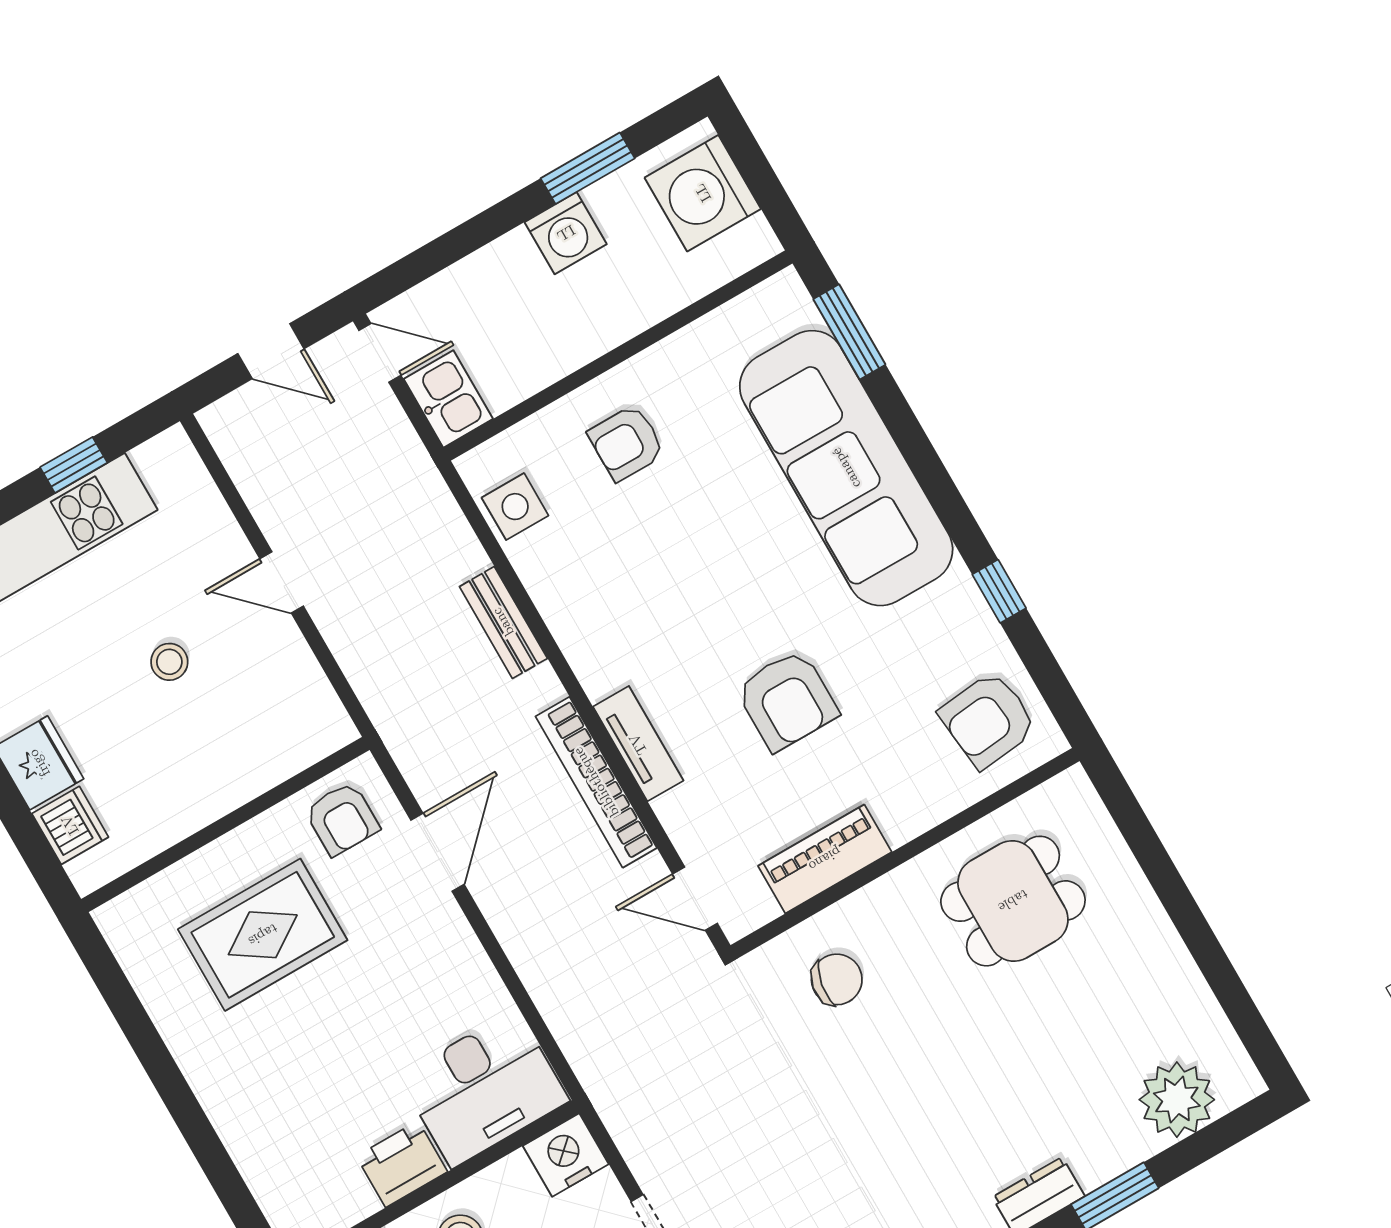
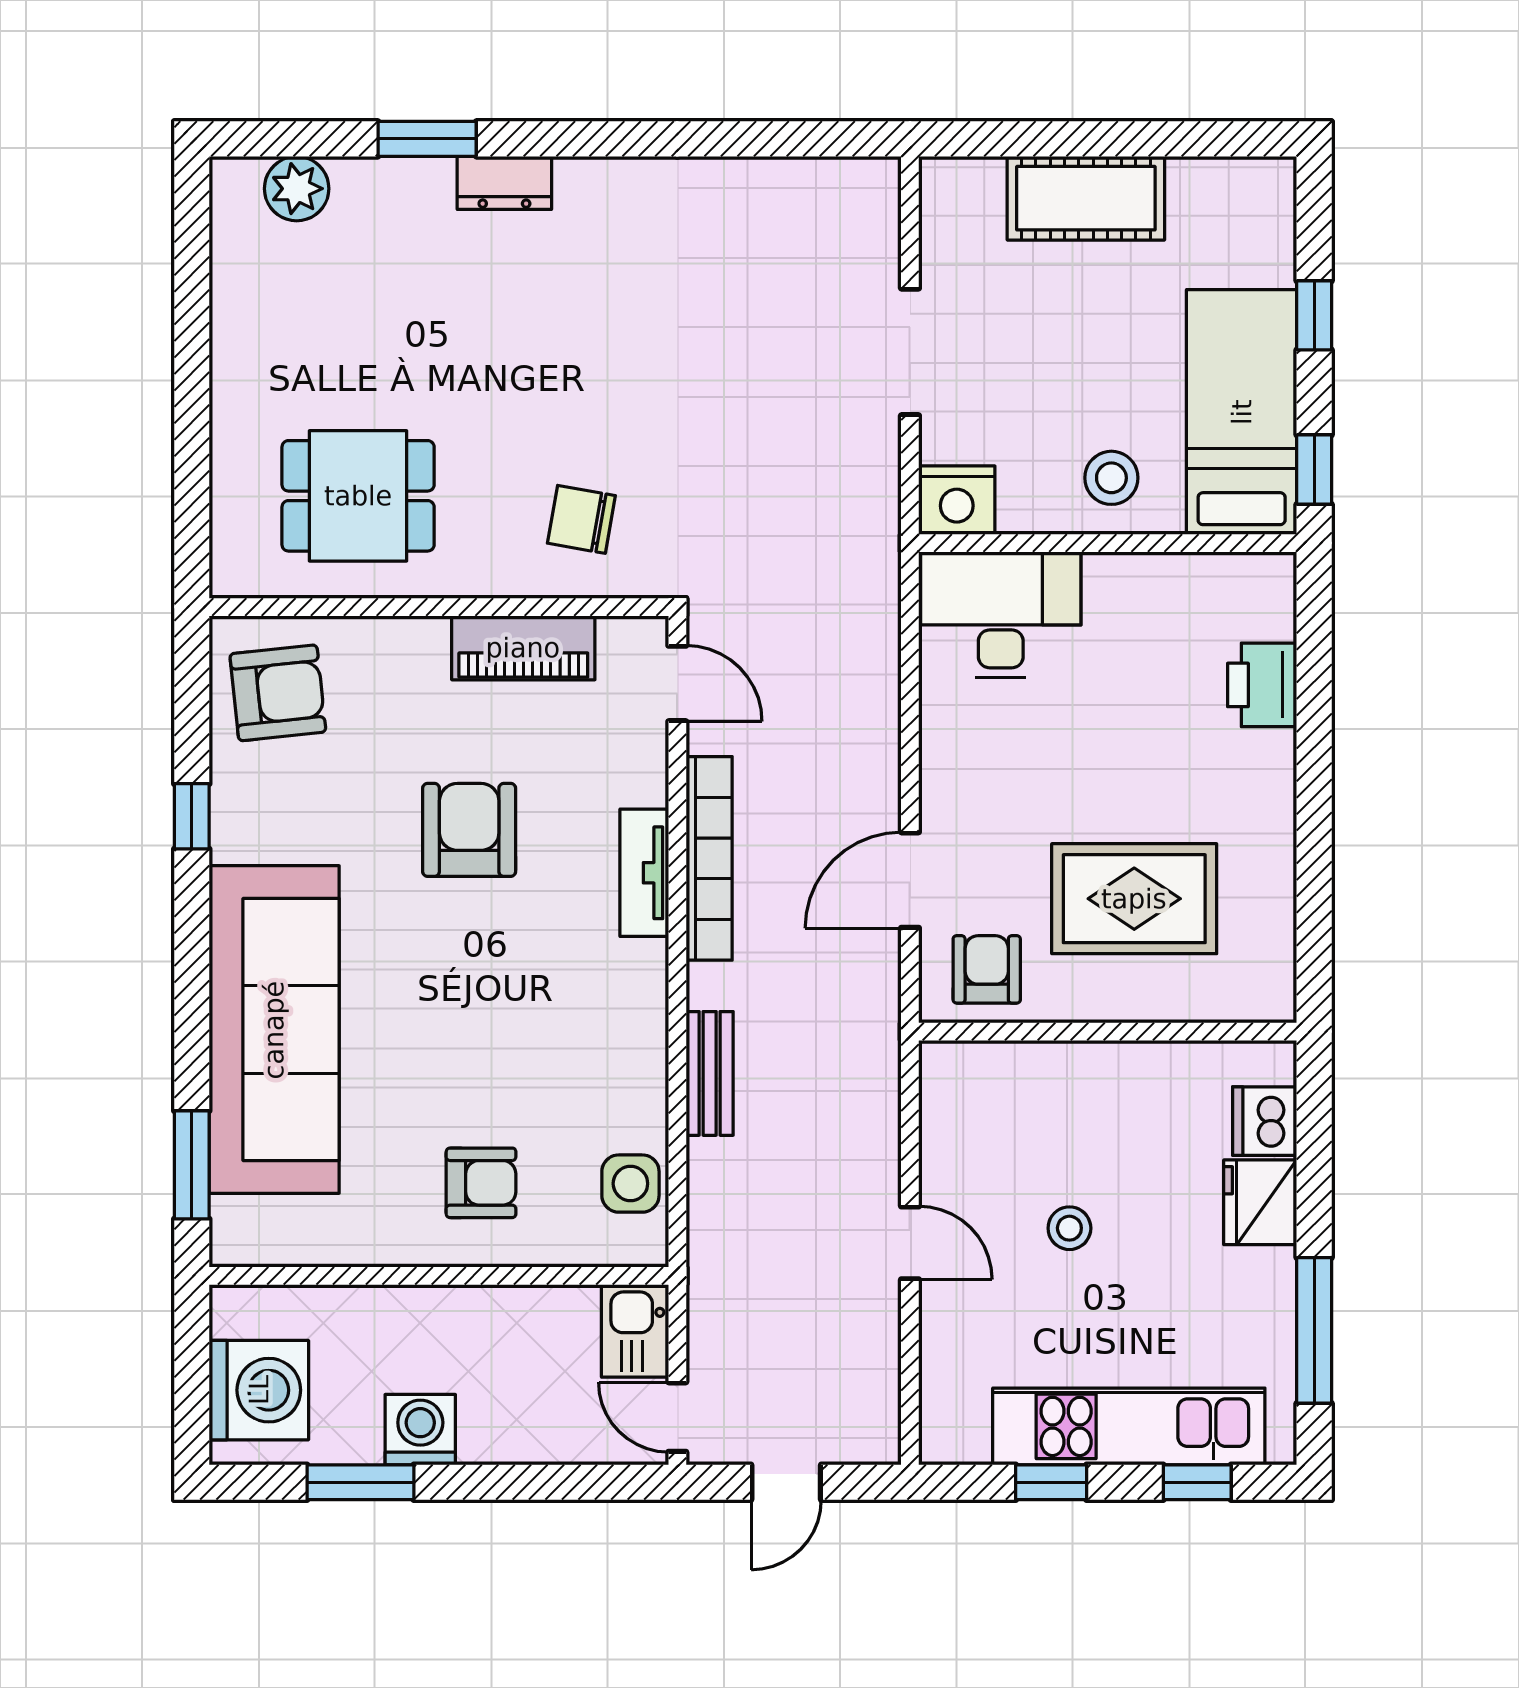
door: (271, 351) -> (786, 1482), swing flipped
plant: (1177, 1100) -> (297, 189), width x0.73, depth x0.73
printer: (402, 1164) -> (1262, 685), moved, turned 90

